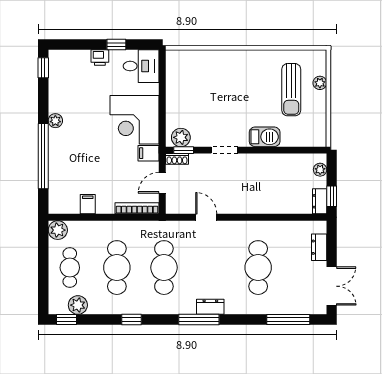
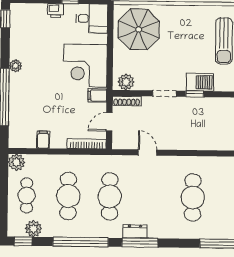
parasol: (195, 78) -> (139, 29), added
window: (184, 150) -> (195, 94), moved
shoe rack: (177, 159) -> (127, 101), width x1.43
dresser: (210, 307) -> (135, 231), moved
window: (132, 320) -> (81, 242), width x3.17

